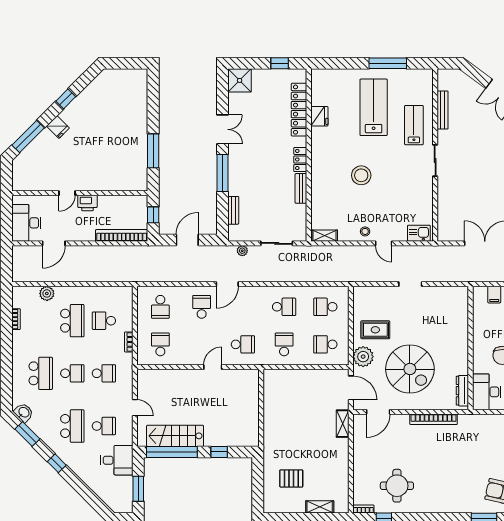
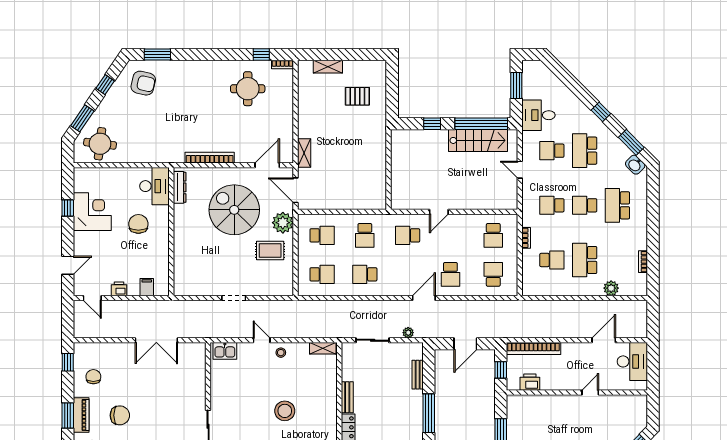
printer: (88, 203) -> (530, 382), moved

